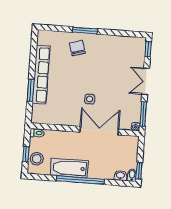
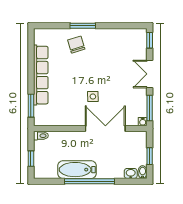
window: (31, 90) -> (31, 106), moved
stool: (37, 159) -> (43, 162), removed
window: (139, 171) -> (150, 156), moved

